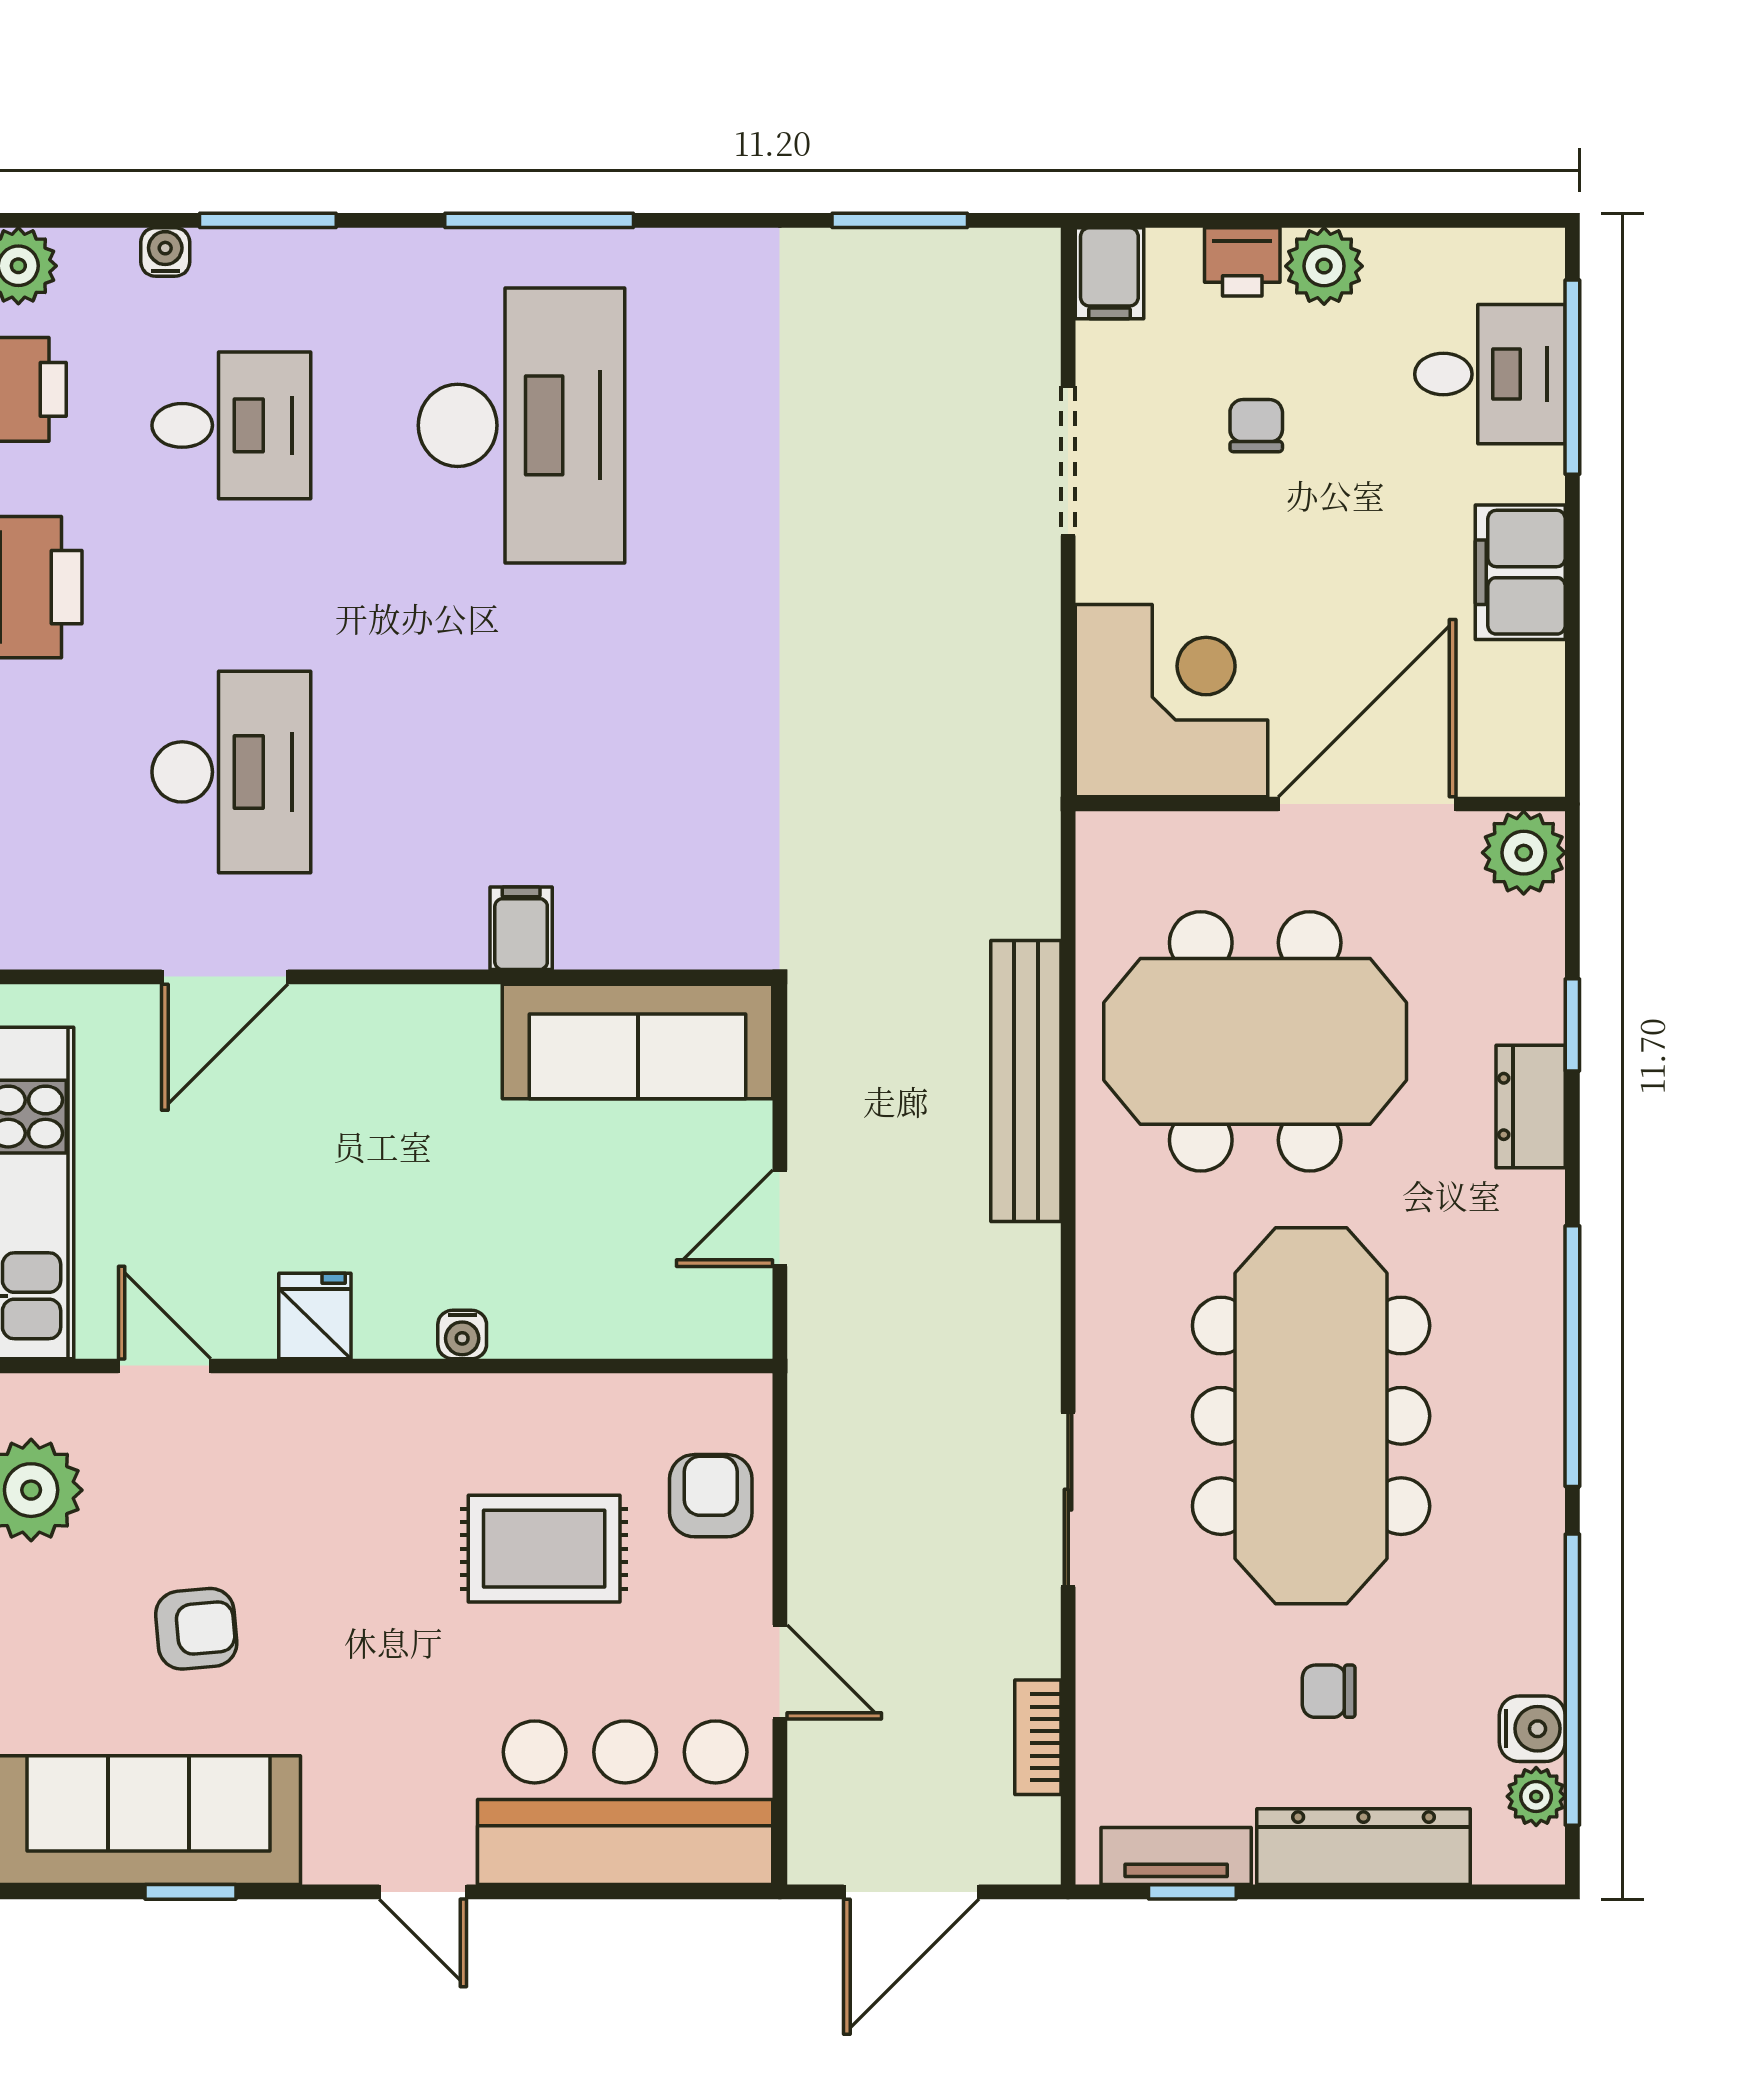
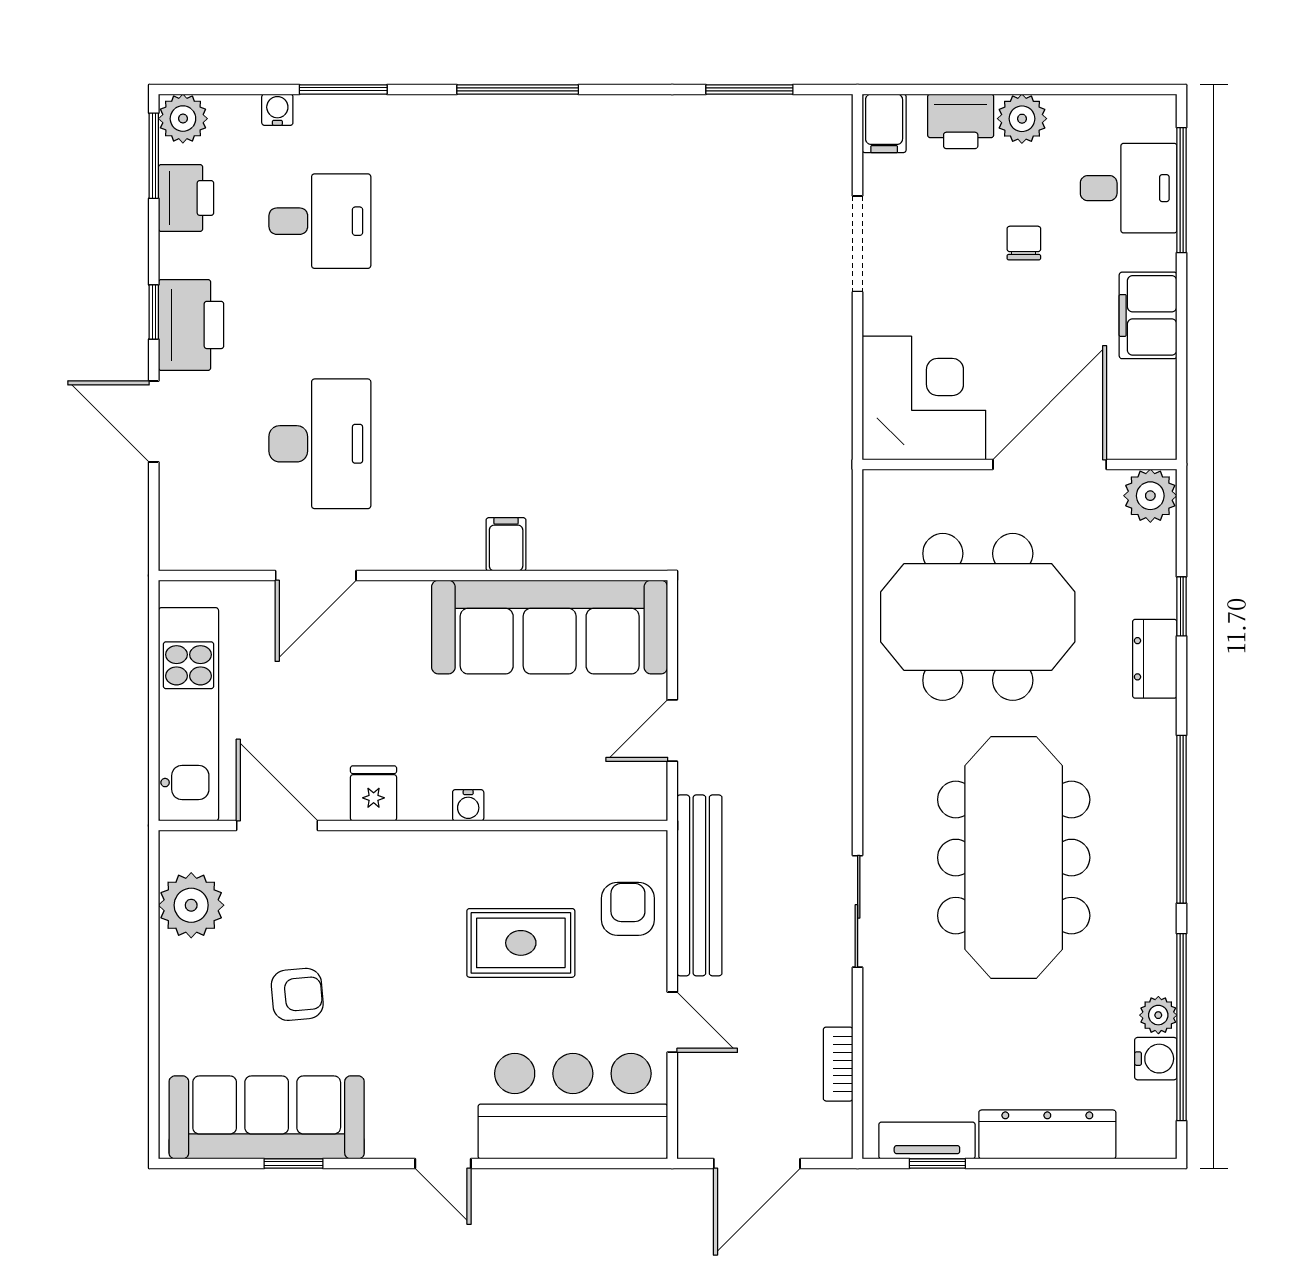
printer: (1242, 262) -> (961, 121), width x1.36, depth x1.24
desk: (522, 425) -> (506, 221), removed
chair: (1256, 426) -> (1024, 243), moved
sofa: (638, 1042) -> (550, 627), width x1.36, depth x1.27
bench: (1026, 1081) -> (699, 885), moved
door: (165, 1366) -> (277, 826), width x1.38
chair: (1329, 1691) -> (1025, 1034), removed
plant: (1536, 1796) -> (1158, 1015), moved

